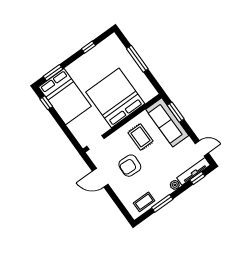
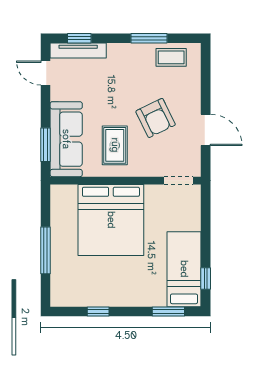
bed: (65, 97) -> (184, 269), width x0.67
armchair: (130, 166) -> (156, 118), turned 61
plant: (175, 185) -> (115, 51), removed

